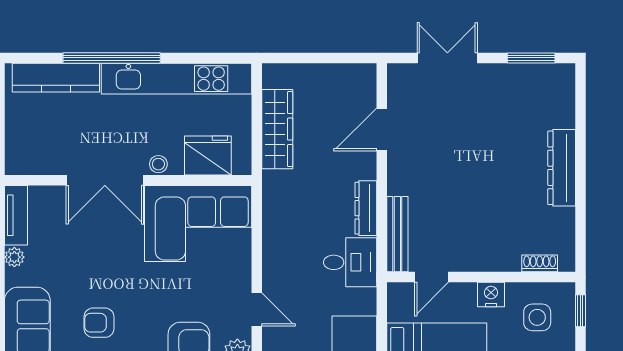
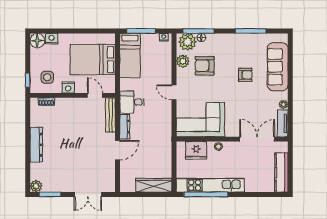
window: (112, 58) -> (206, 194), moved
plant: (562, 76) -> (36, 186), added
kitchen counter: (56, 78) -> (281, 173), moved, turned -90
wardrobe: (277, 129) -> (154, 185), moved, turned 90
door: (382, 129) -> (118, 150), moved
double door: (105, 180) -> (257, 139), moved
door: (431, 277) -> (95, 95), hinge flipped
door: (257, 309) -> (174, 92), moved

